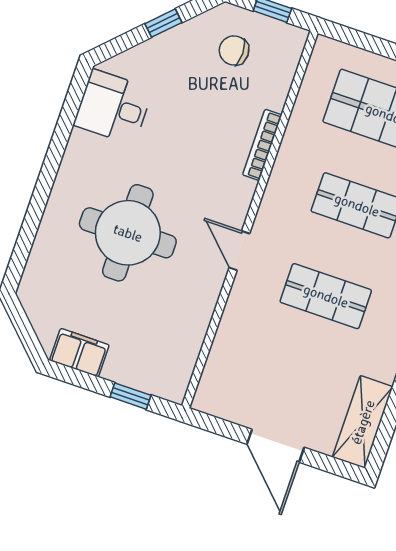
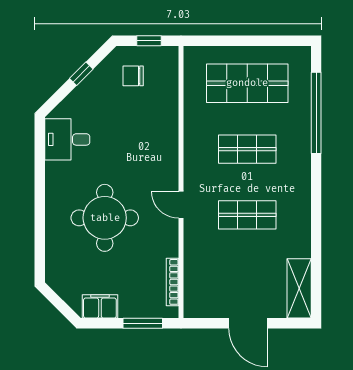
bookcase: (262, 145) -> (172, 282), moved
window: (130, 396) -> (143, 323), width x1.50

